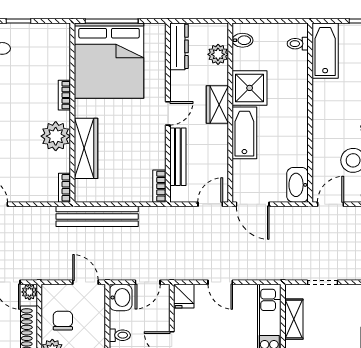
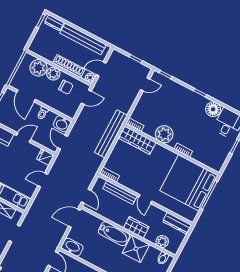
wardrobe: (86, 148) -> (137, 140), moved
door: (85, 282) -> (86, 97), moved

